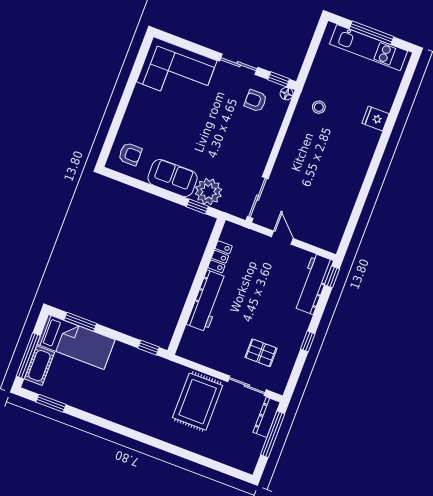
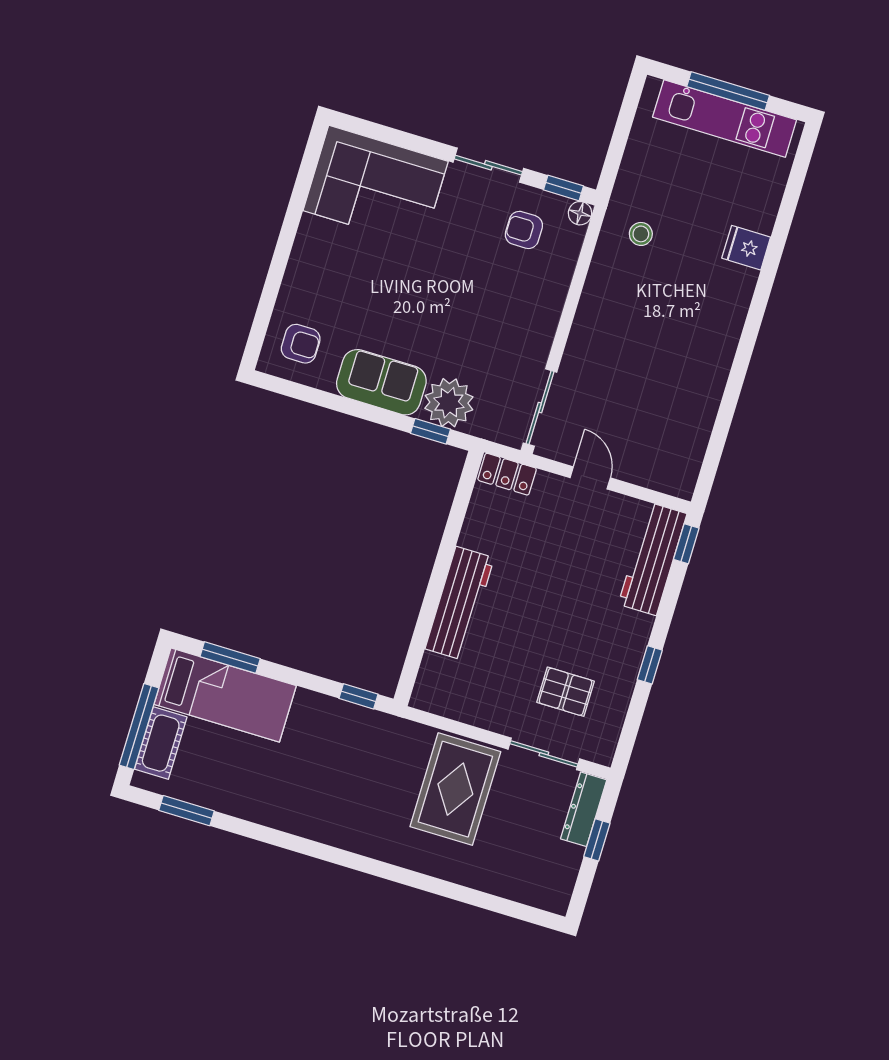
locker: (220, 257) -> (507, 474), moved, turned 90
window: (273, 434) -> (597, 840), width x0.46

